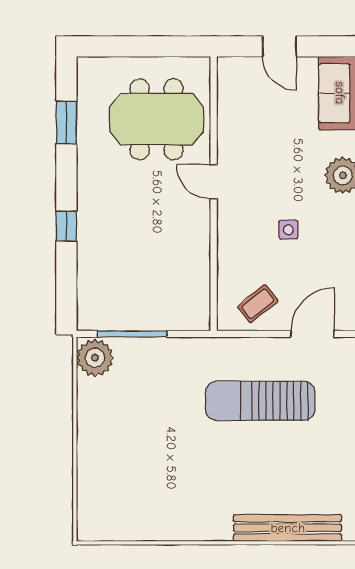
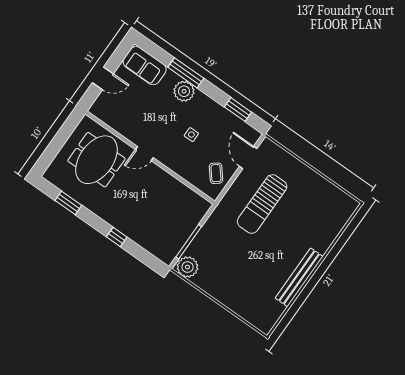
bench: (288, 528) -> (299, 277), moved

